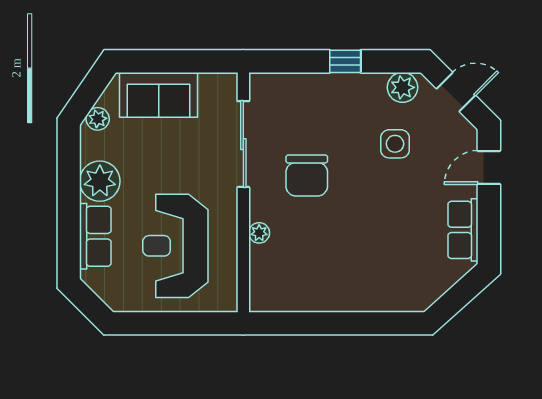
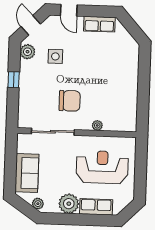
reception desk: (175, 246) -> (102, 167), turned 180

